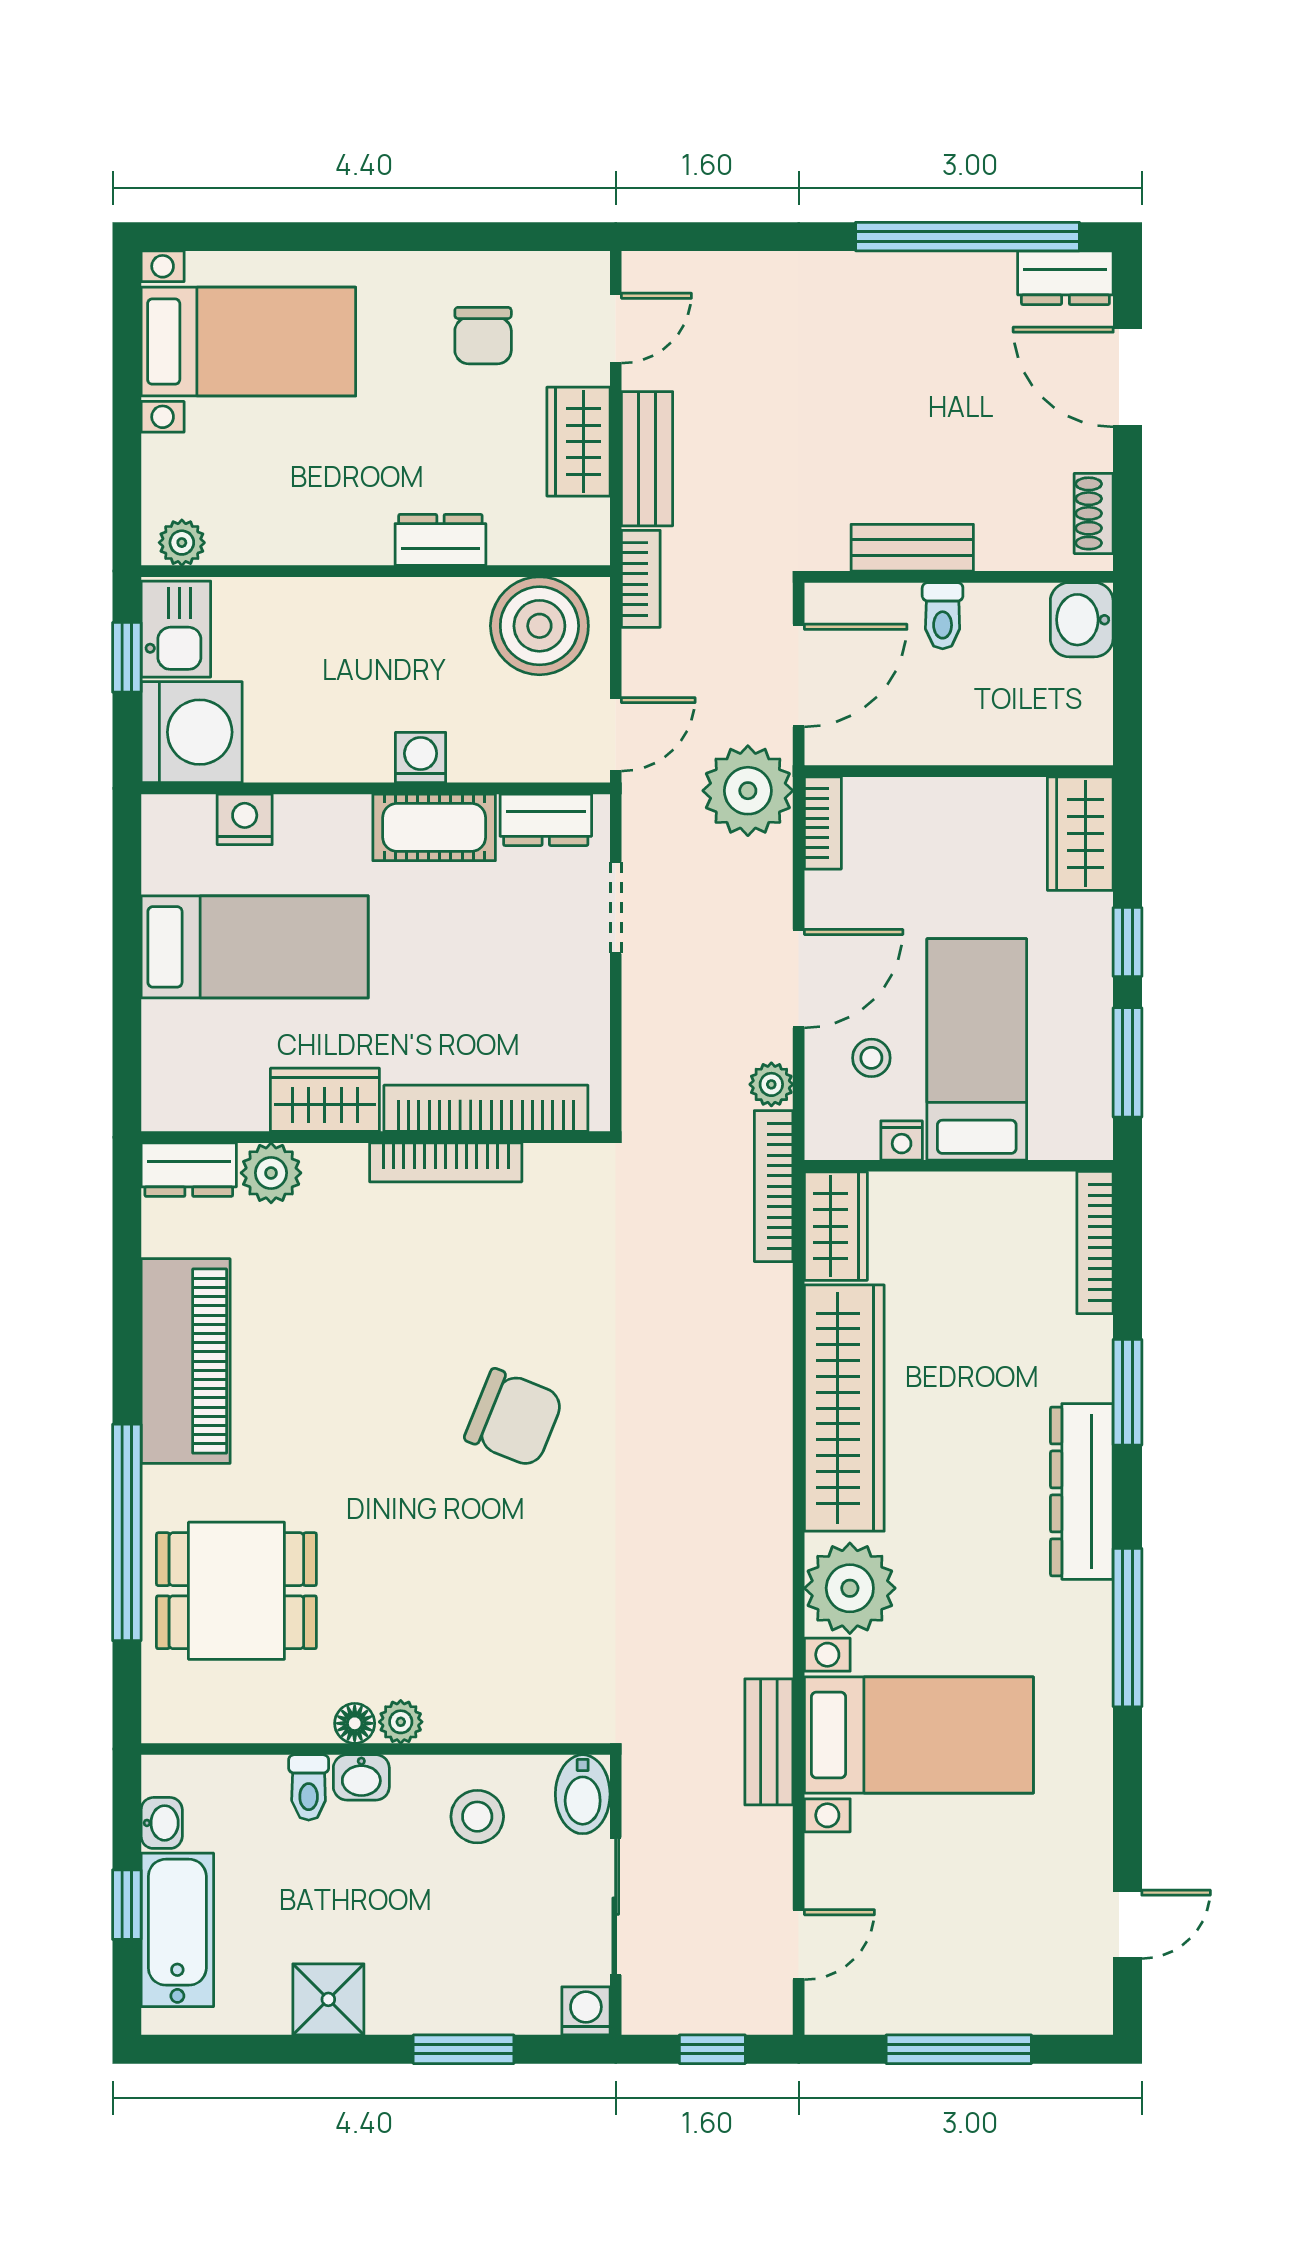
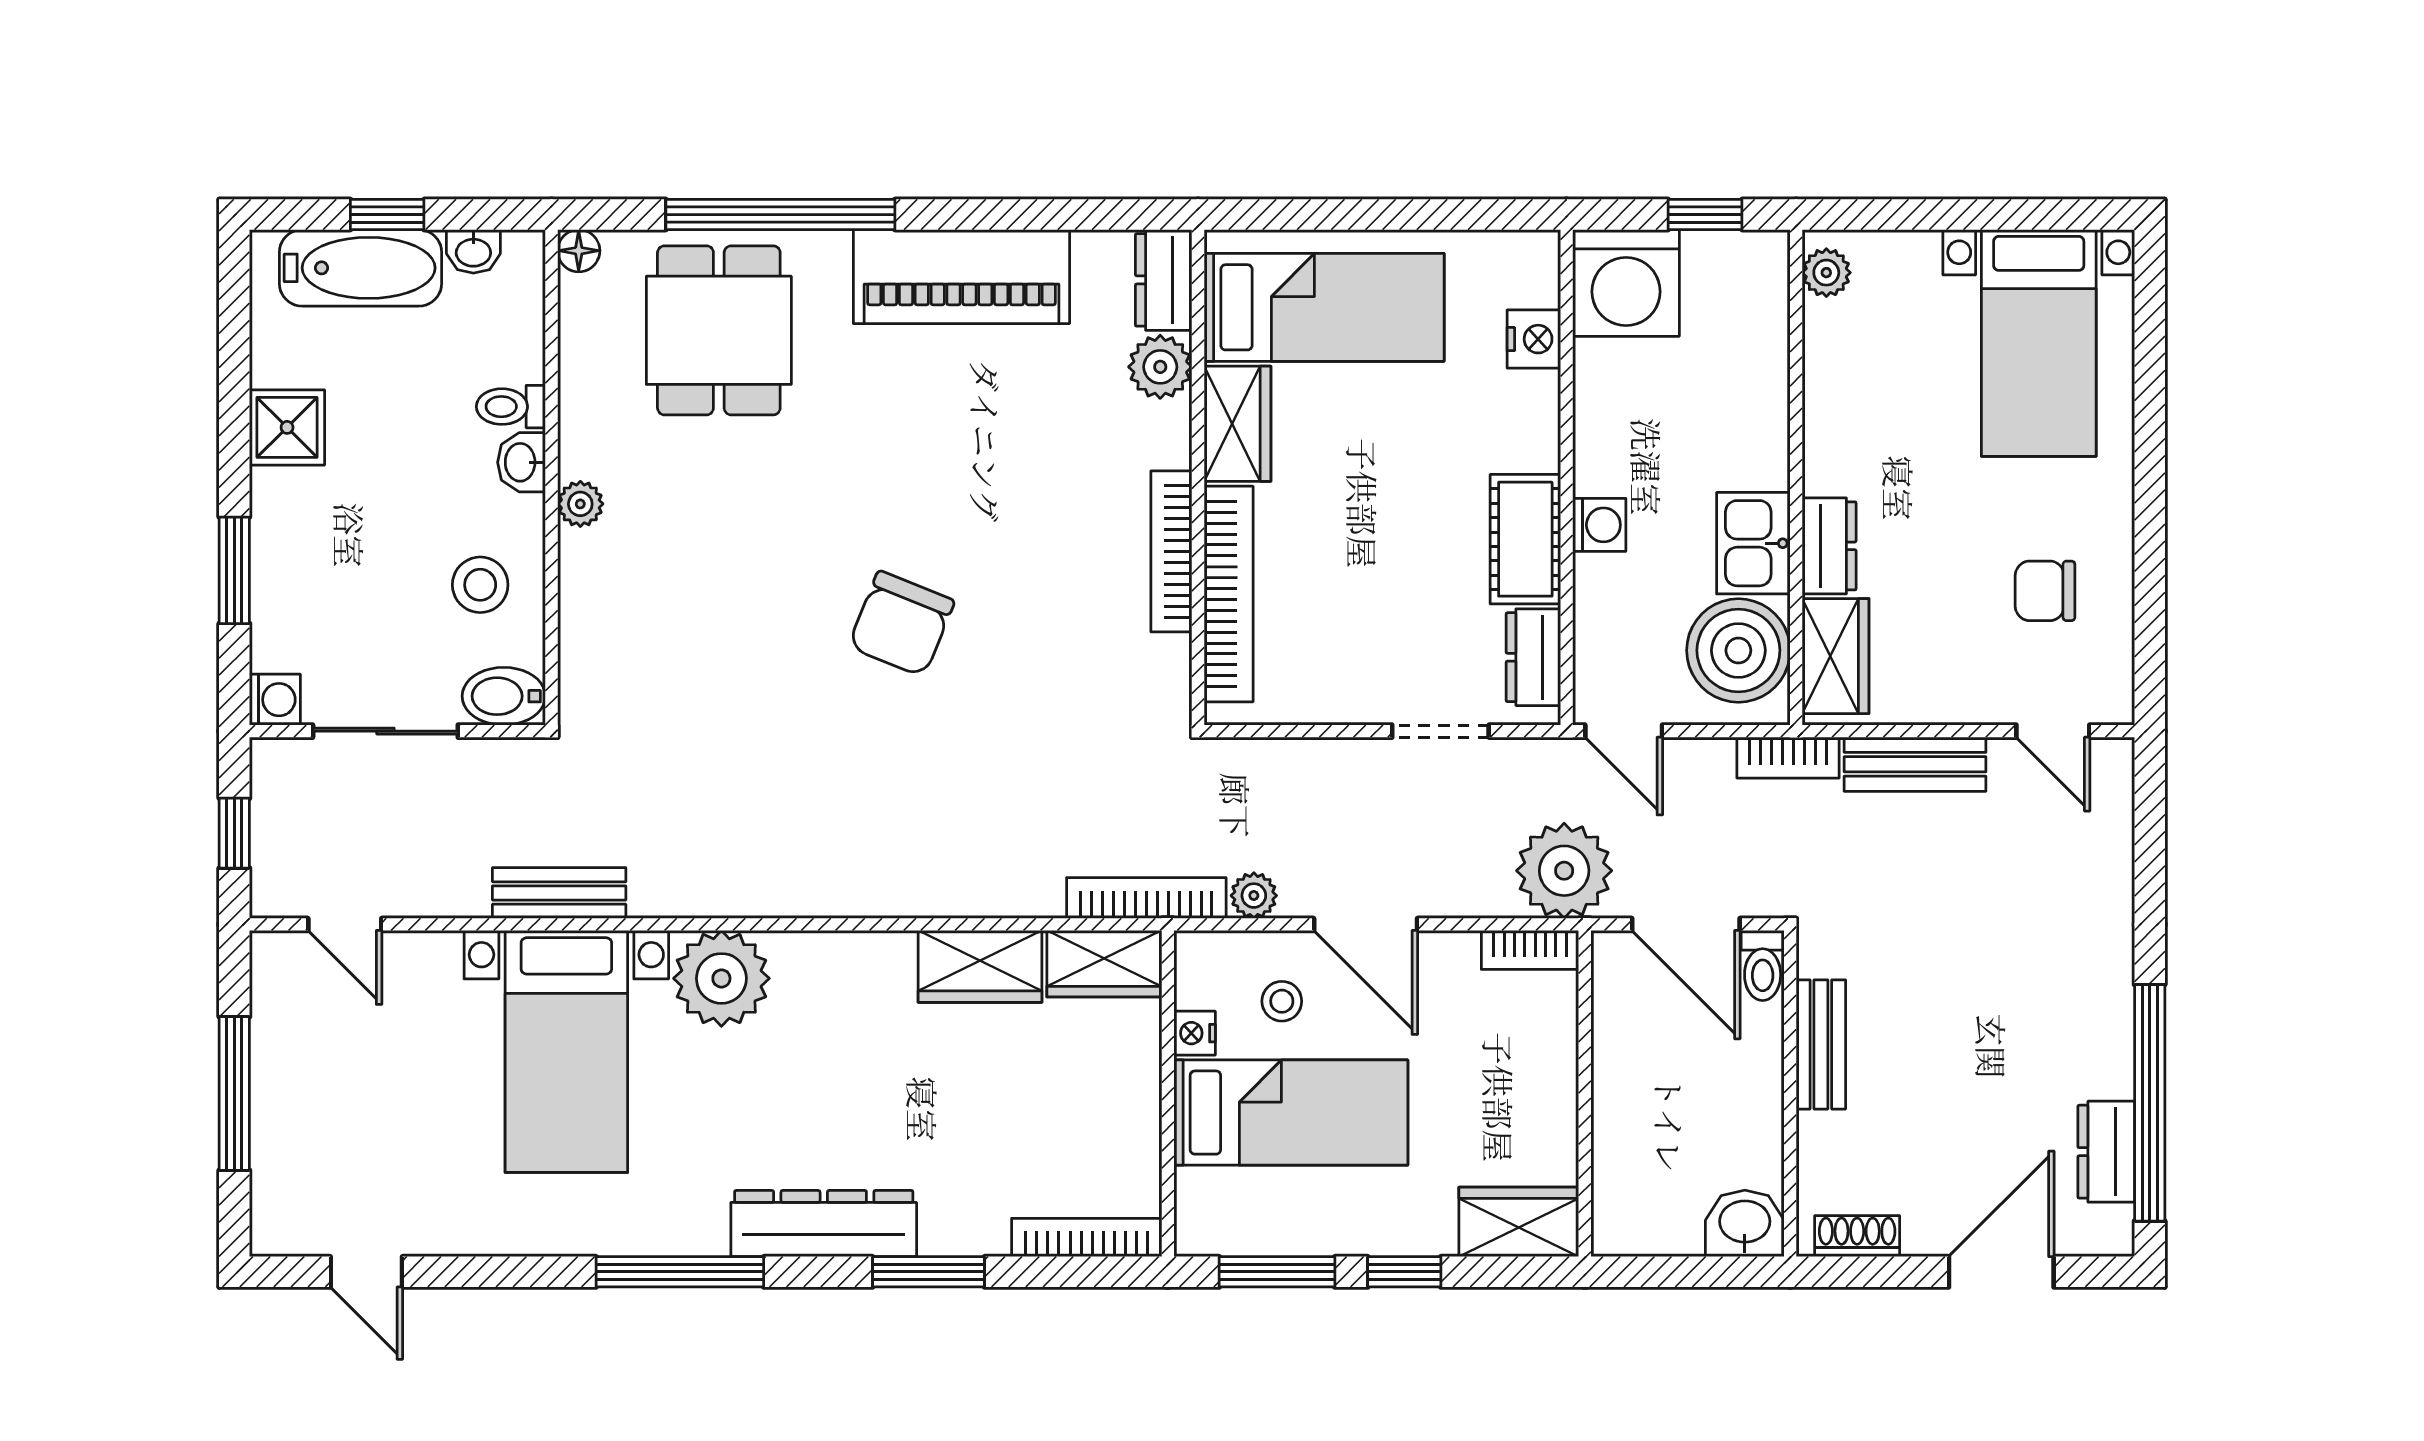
dresser: (1065, 278) -> (2106, 1152), moved
wardrobe: (578, 442) -> (1836, 656), moved, turned 90
toilet: (943, 616) -> (1763, 966), moved, turned -90
kitchen sink: (176, 629) -> (1753, 543), moved, turned 90
bed: (255, 947) -> (1324, 307), moved, turned -90
wardrobe: (844, 1408) -> (980, 966), width x0.48, depth x0.85
floor lamp: (355, 1723) -> (579, 251), moved

